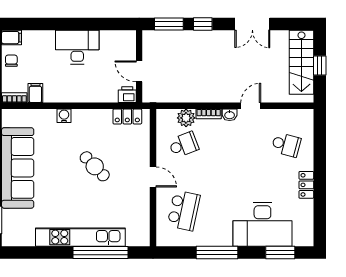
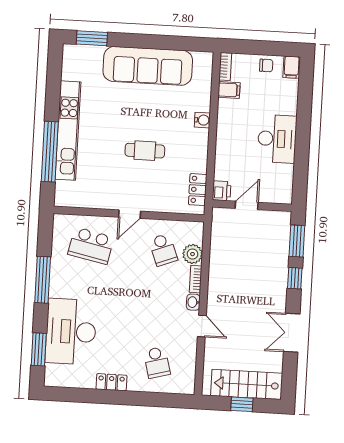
school desk: (286, 145) -> (157, 362), turned -30
cafe table: (95, 166) -> (145, 151), turned 44

